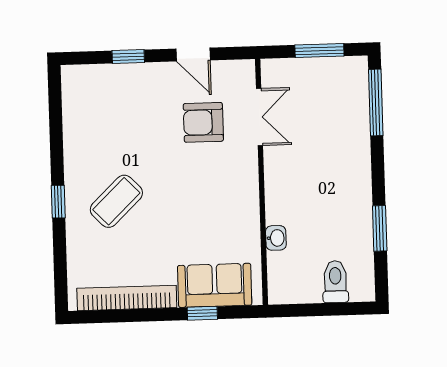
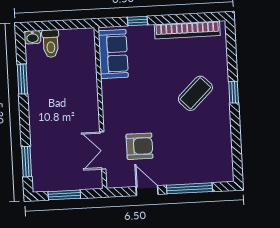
window: (128, 57) -> (190, 188), width x2.17
window: (376, 102) -> (27, 162), width x0.69
washbasin: (276, 238) -> (32, 37), moved, turned -90
sofa: (215, 285) -> (113, 54), moved, turned -90

